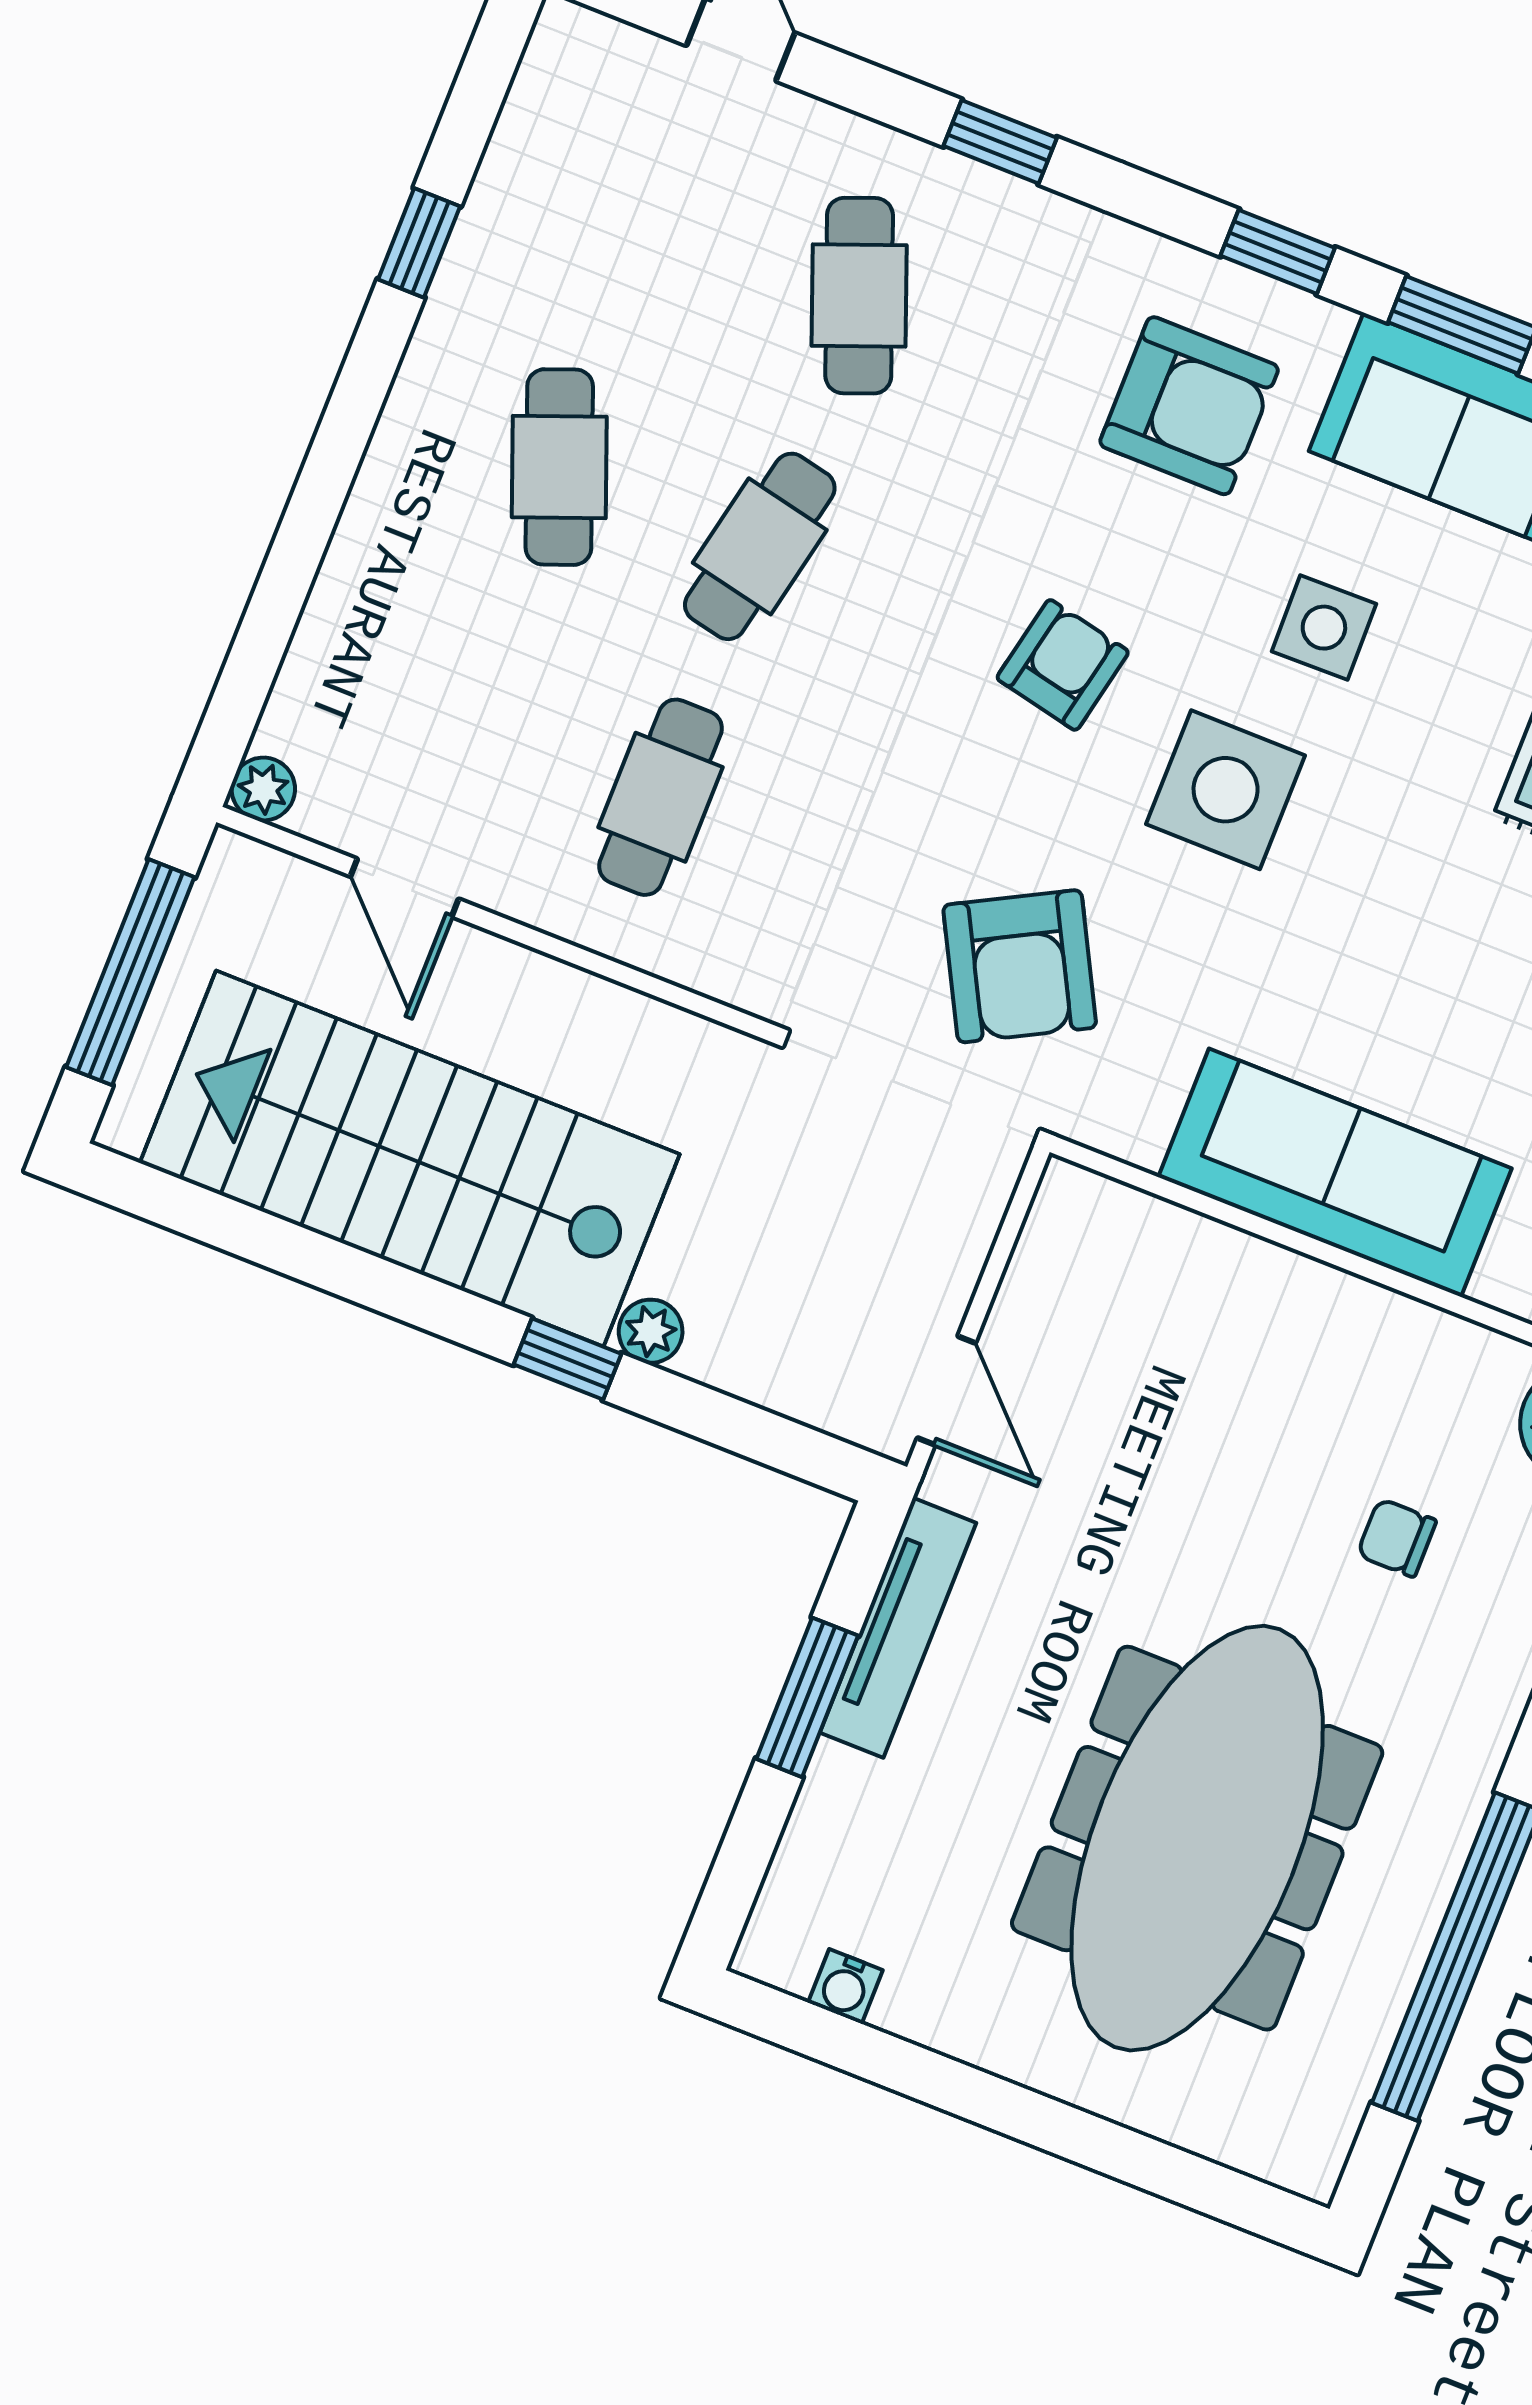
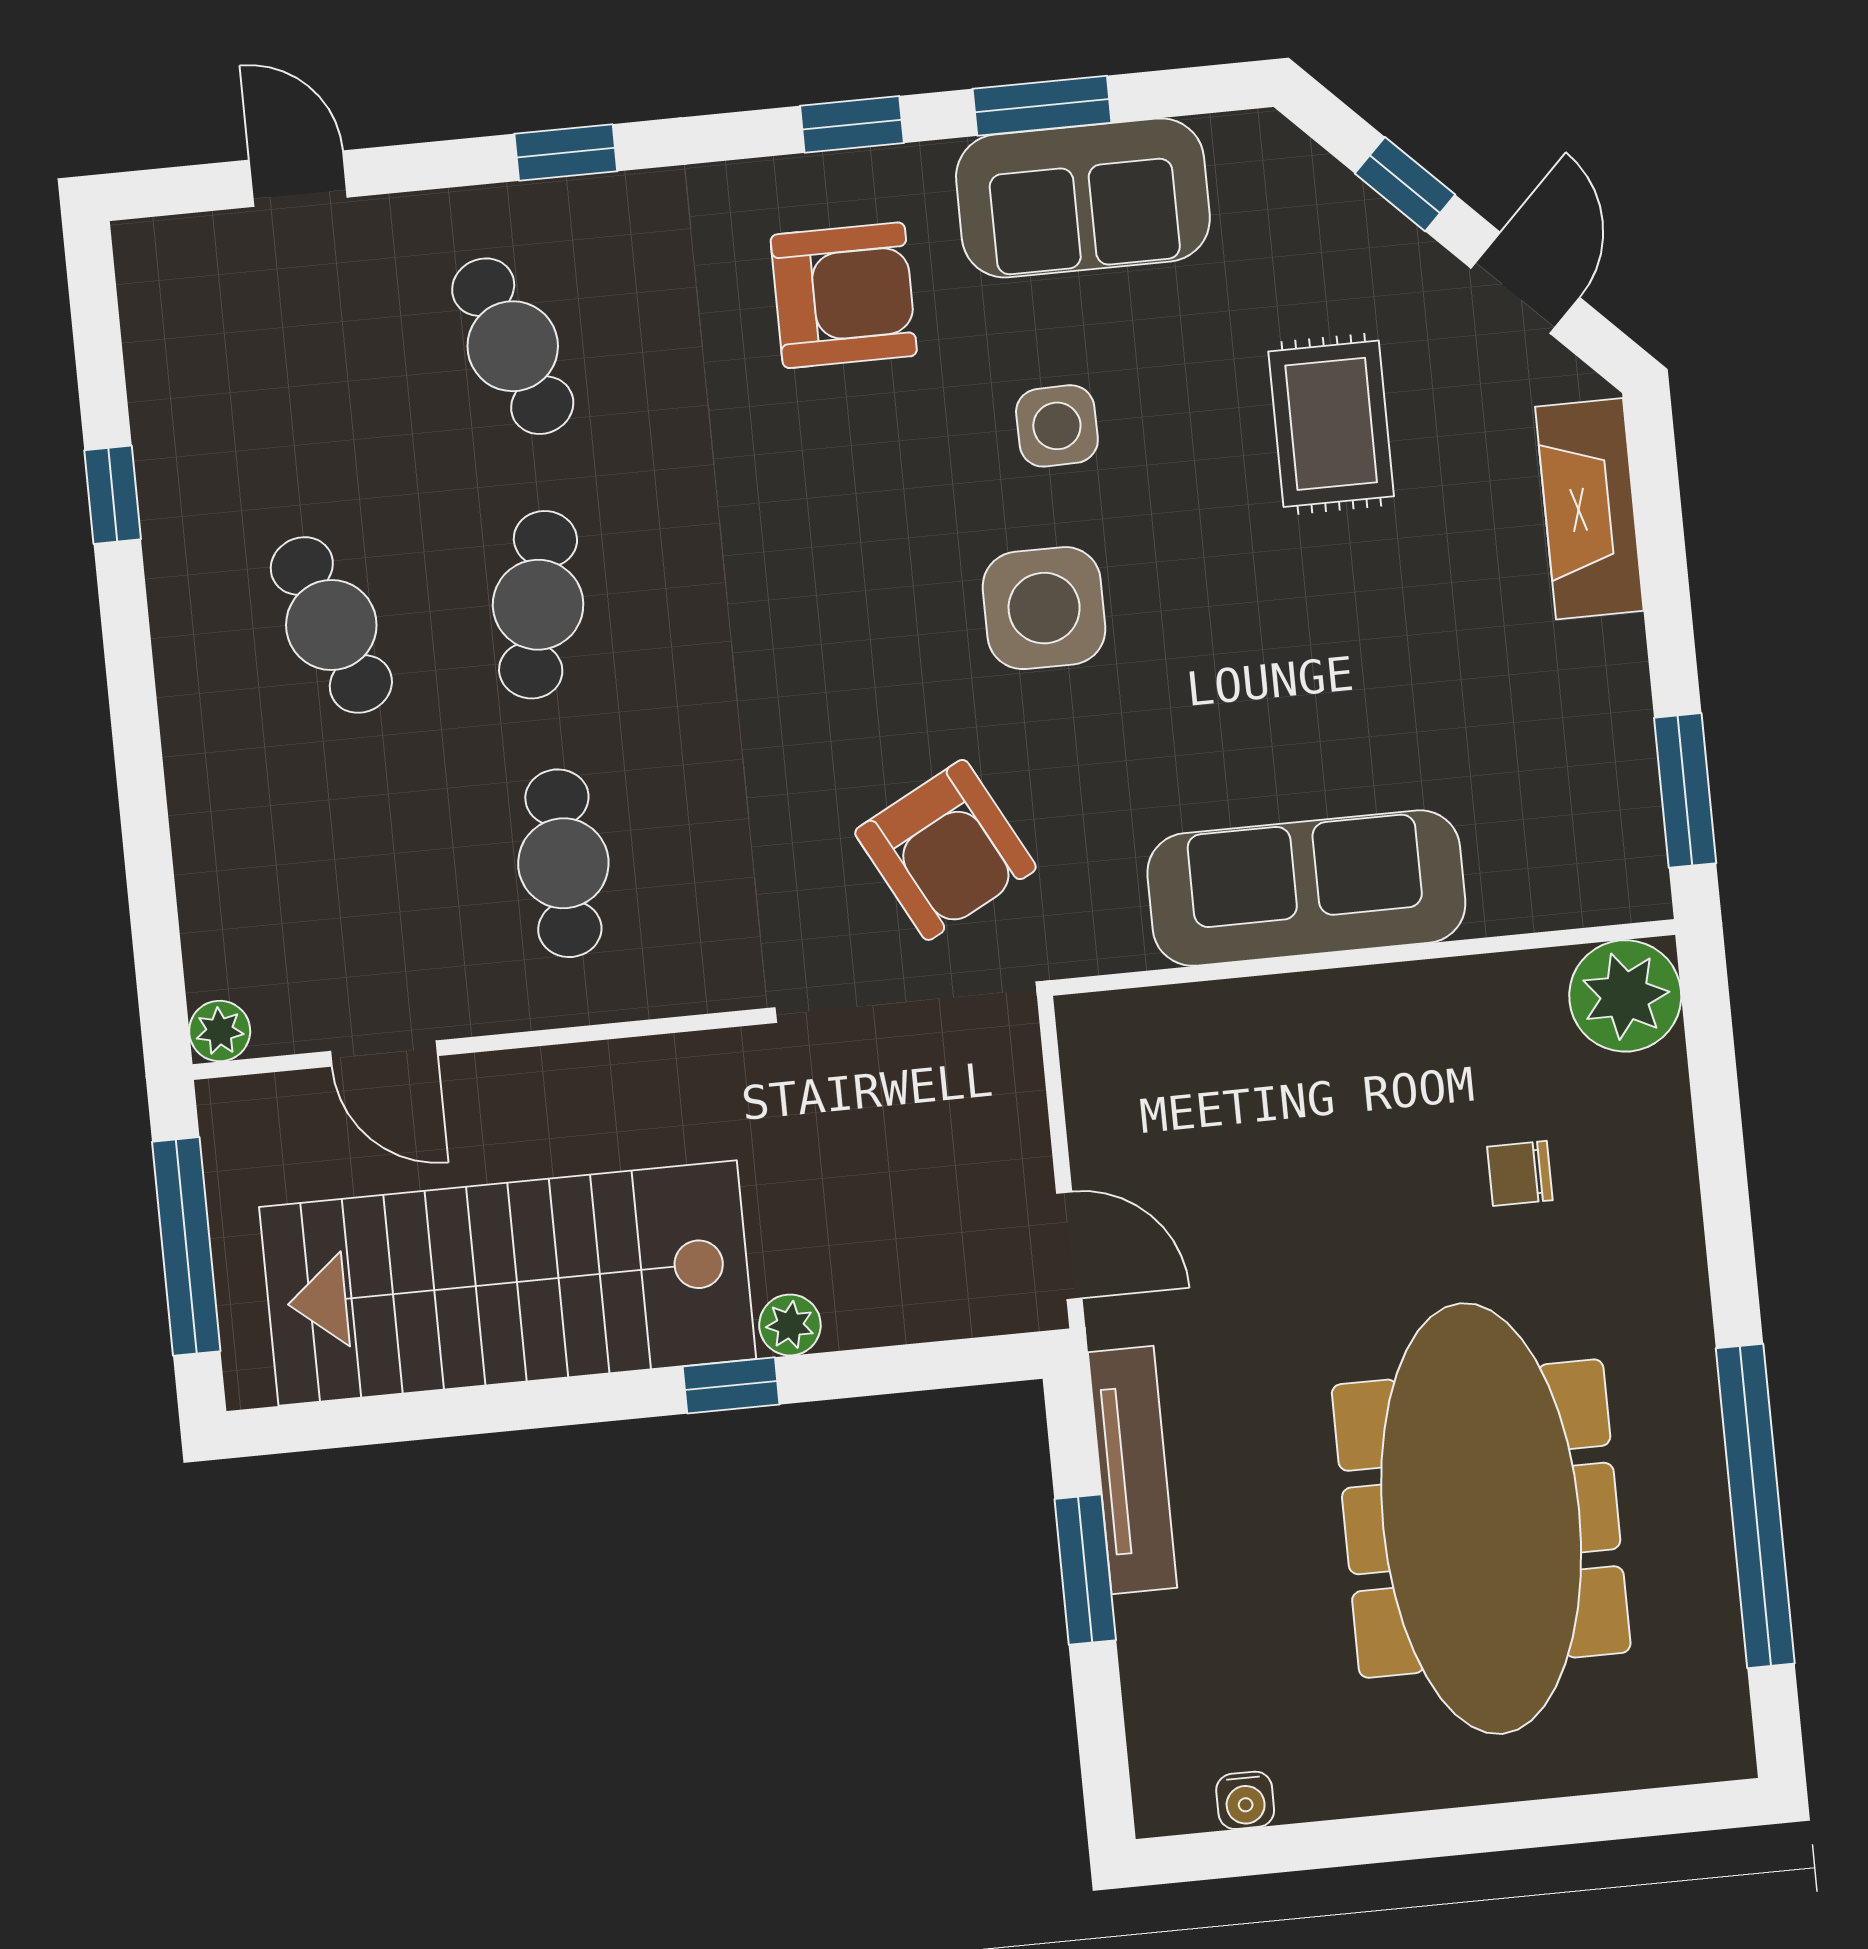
armchair: (1063, 665) -> (850, 573), removed

